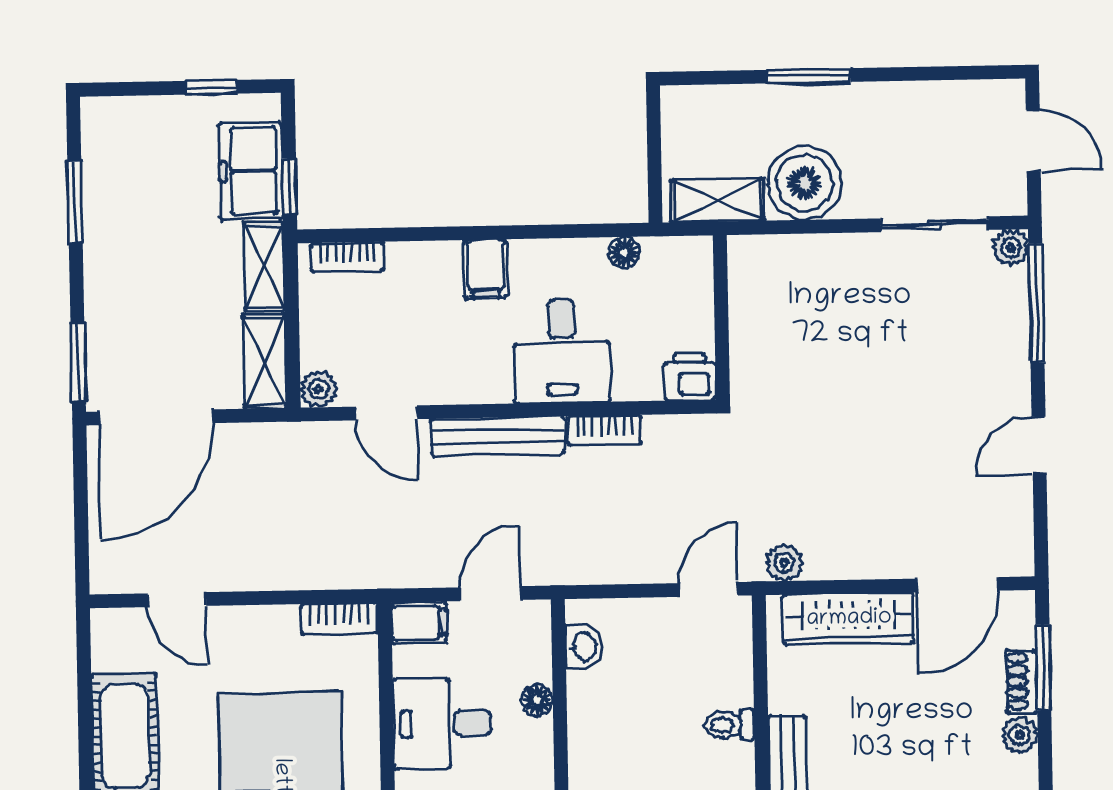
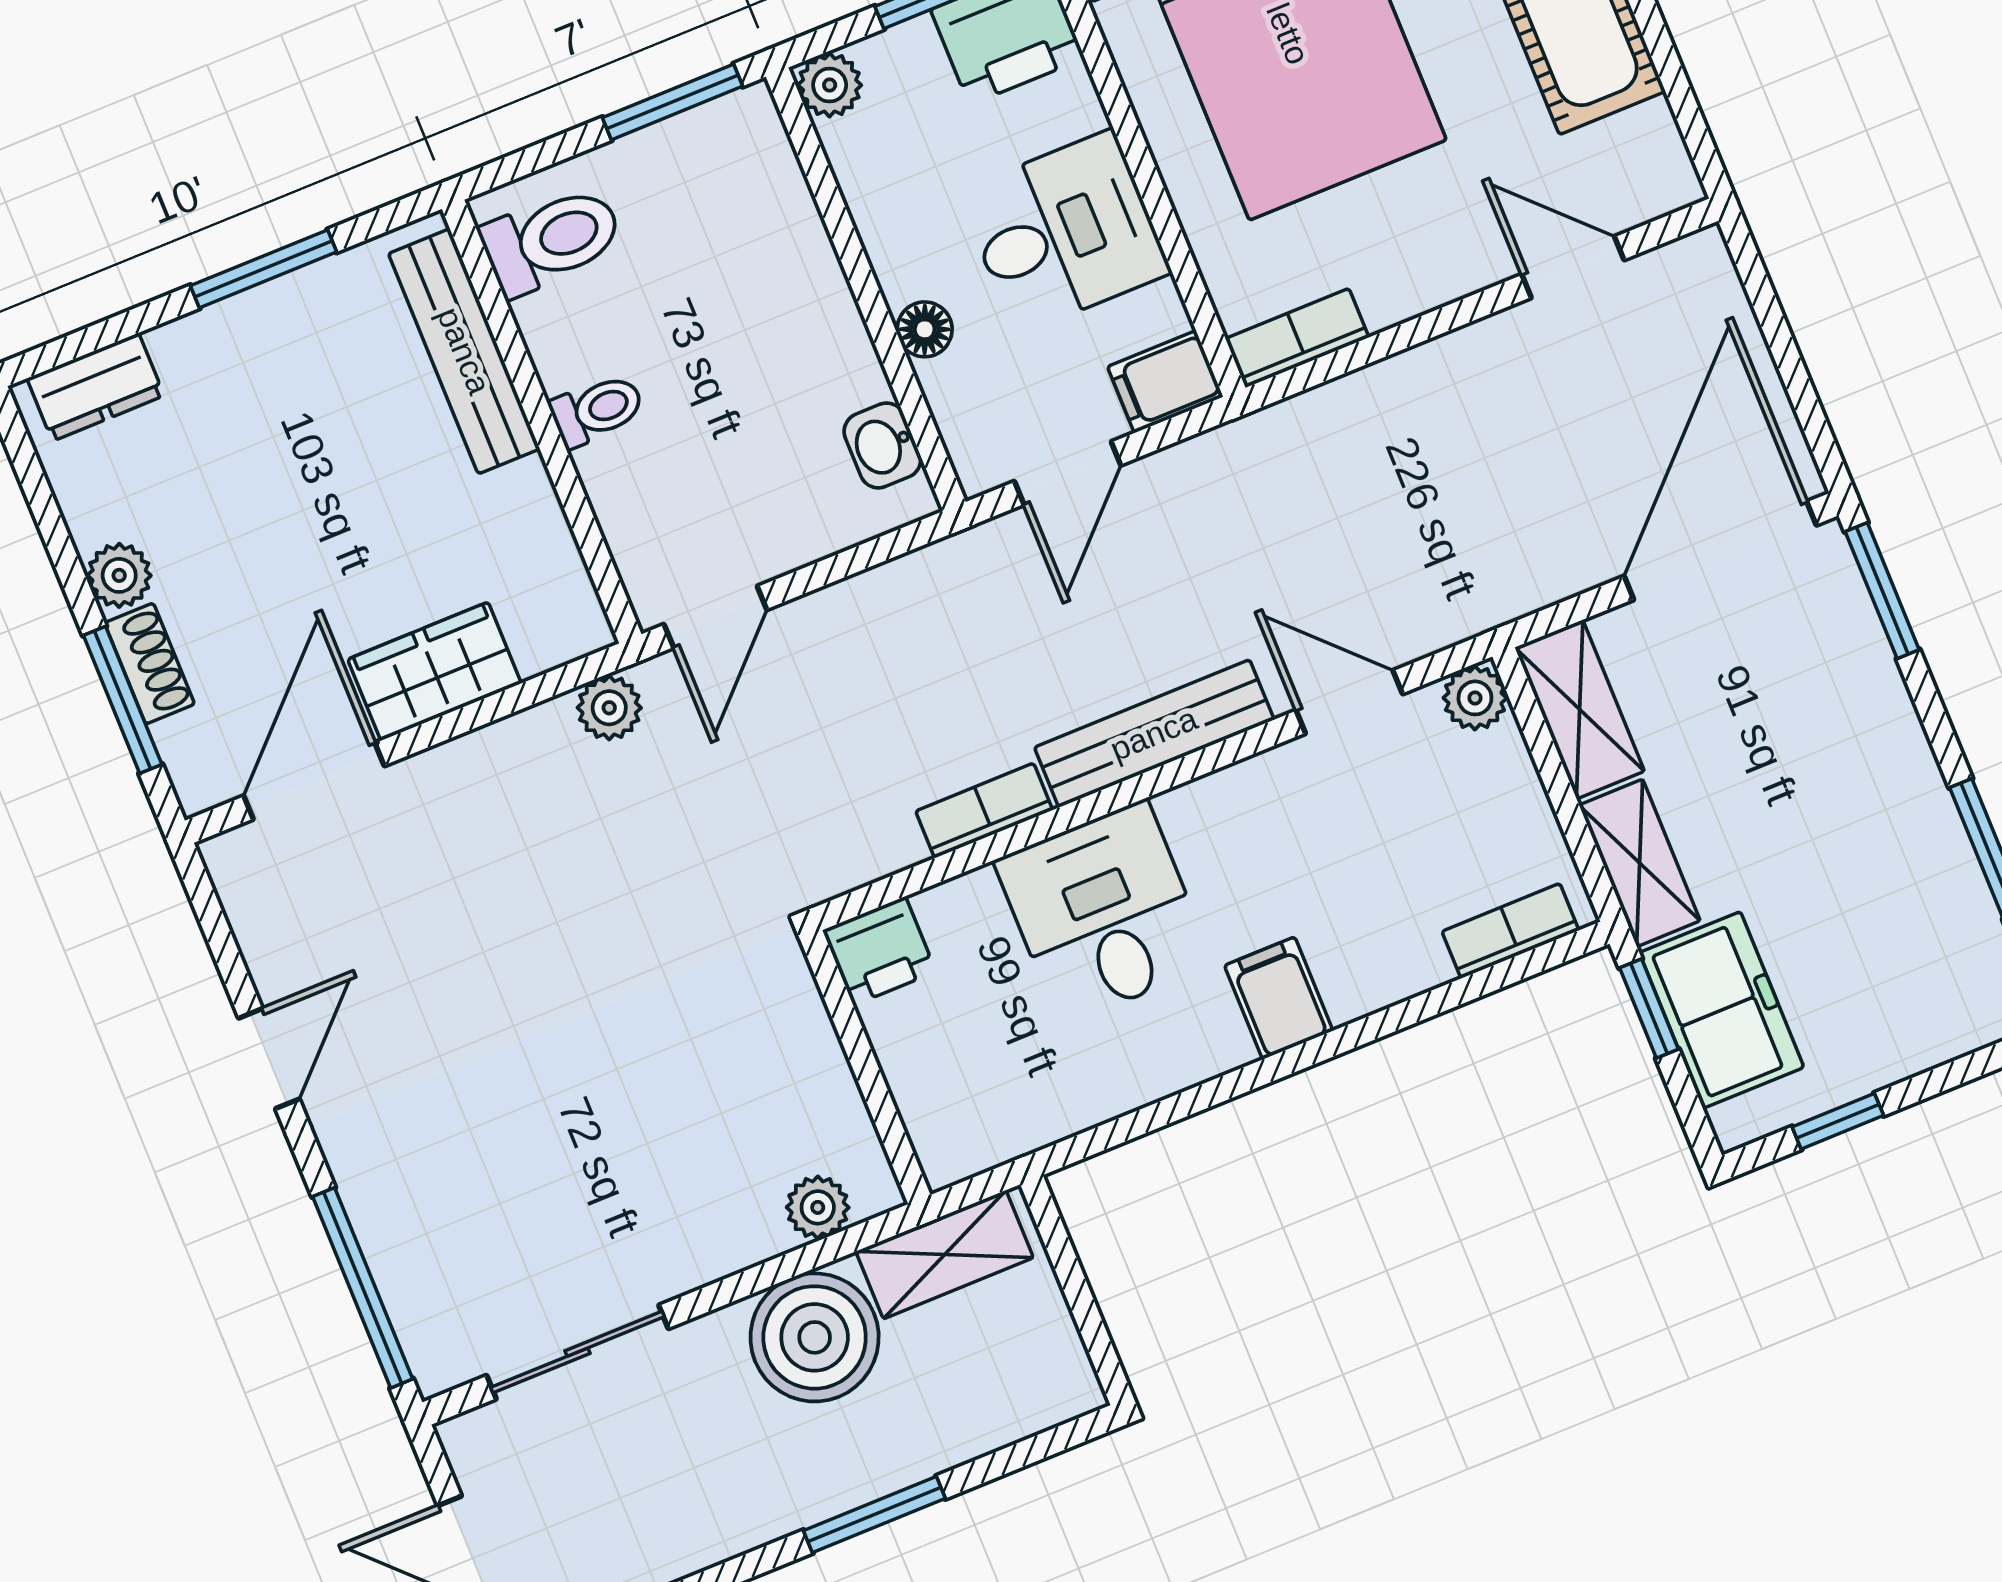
plant: (1011, 248) -> (818, 1207), moved
floor lamp: (624, 253) -> (1064, 1111), removed
wardrobe: (849, 619) -> (434, 671), width x0.67

